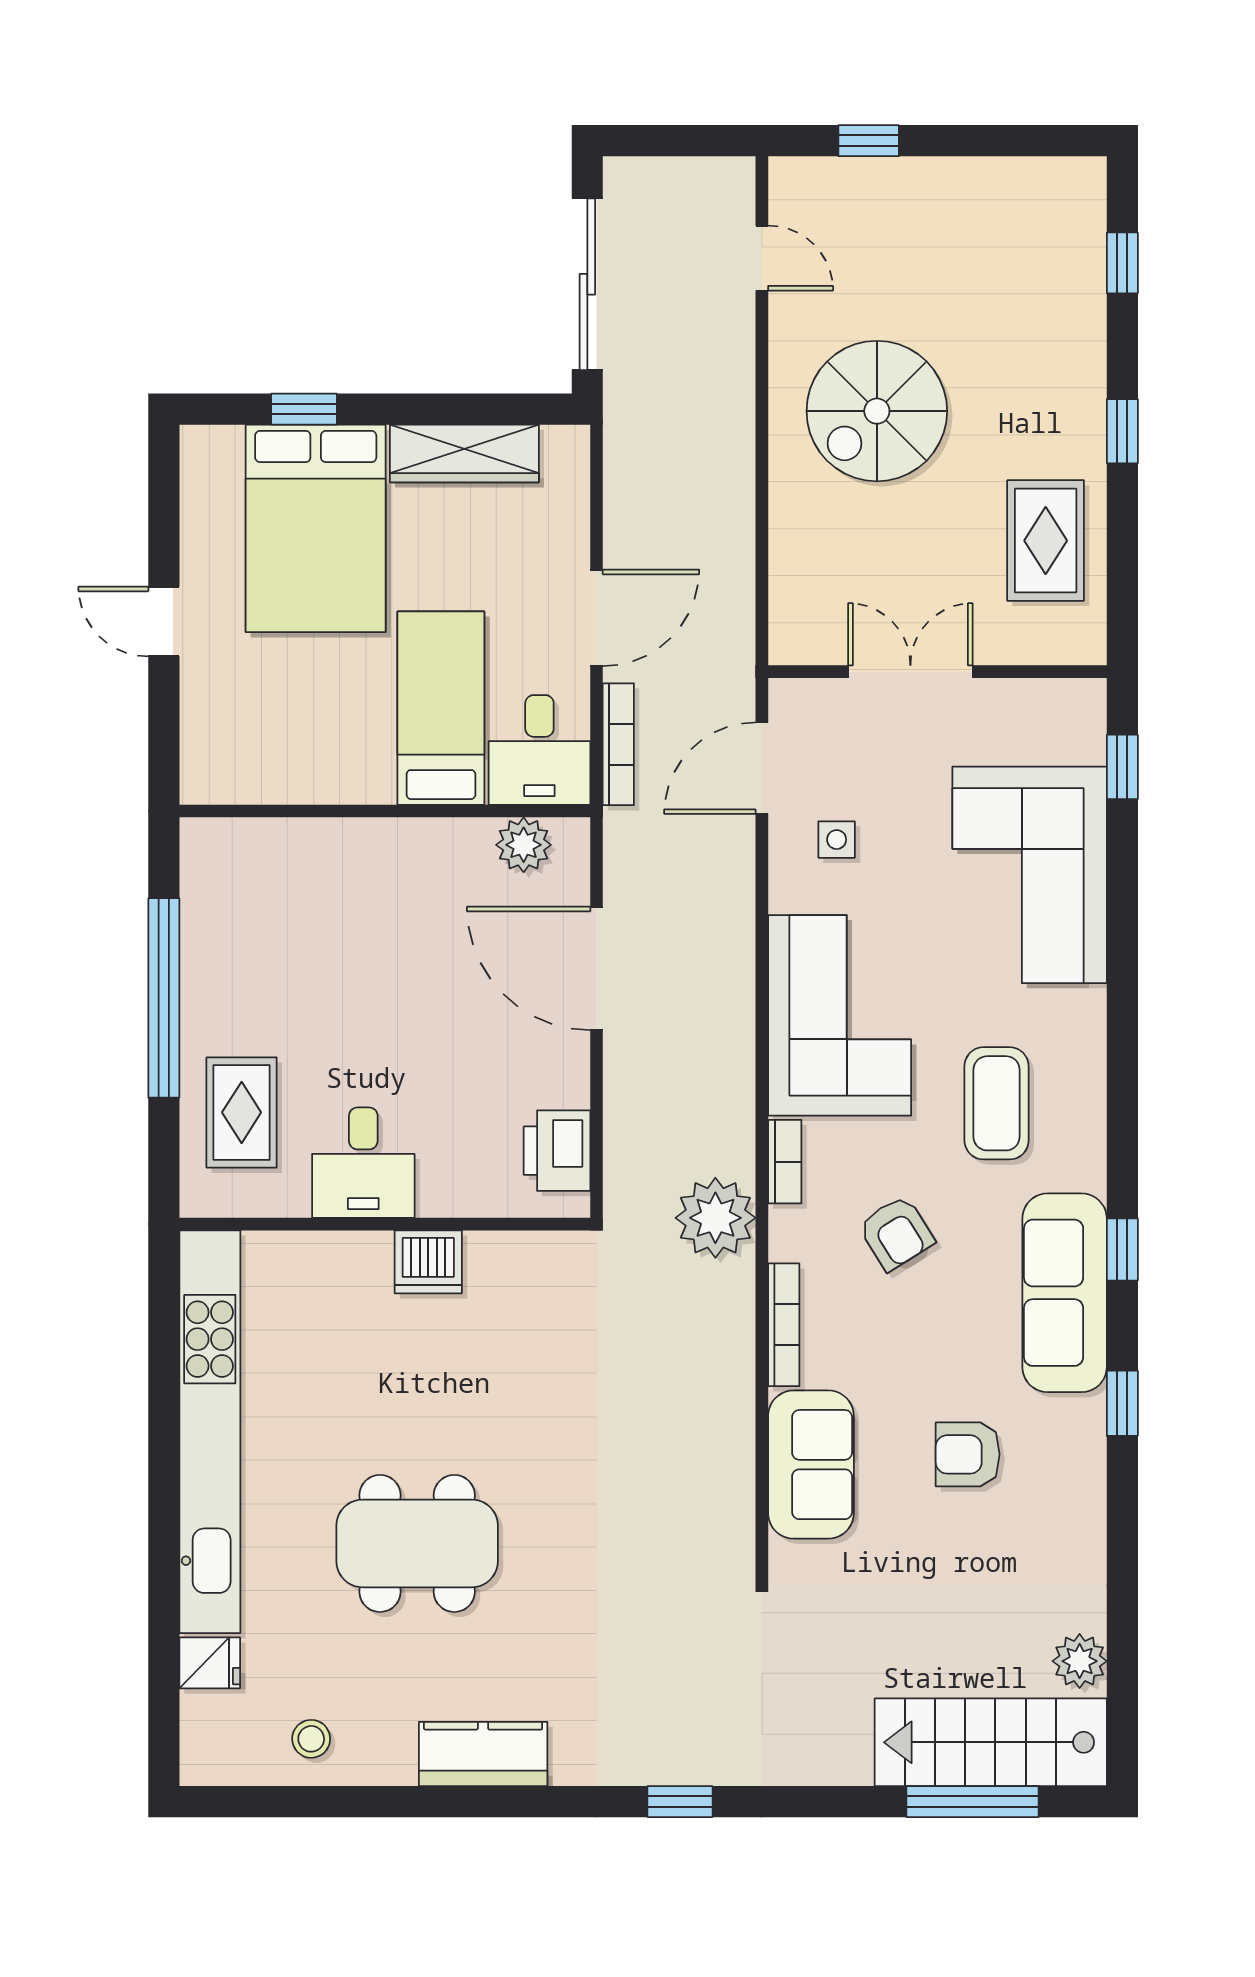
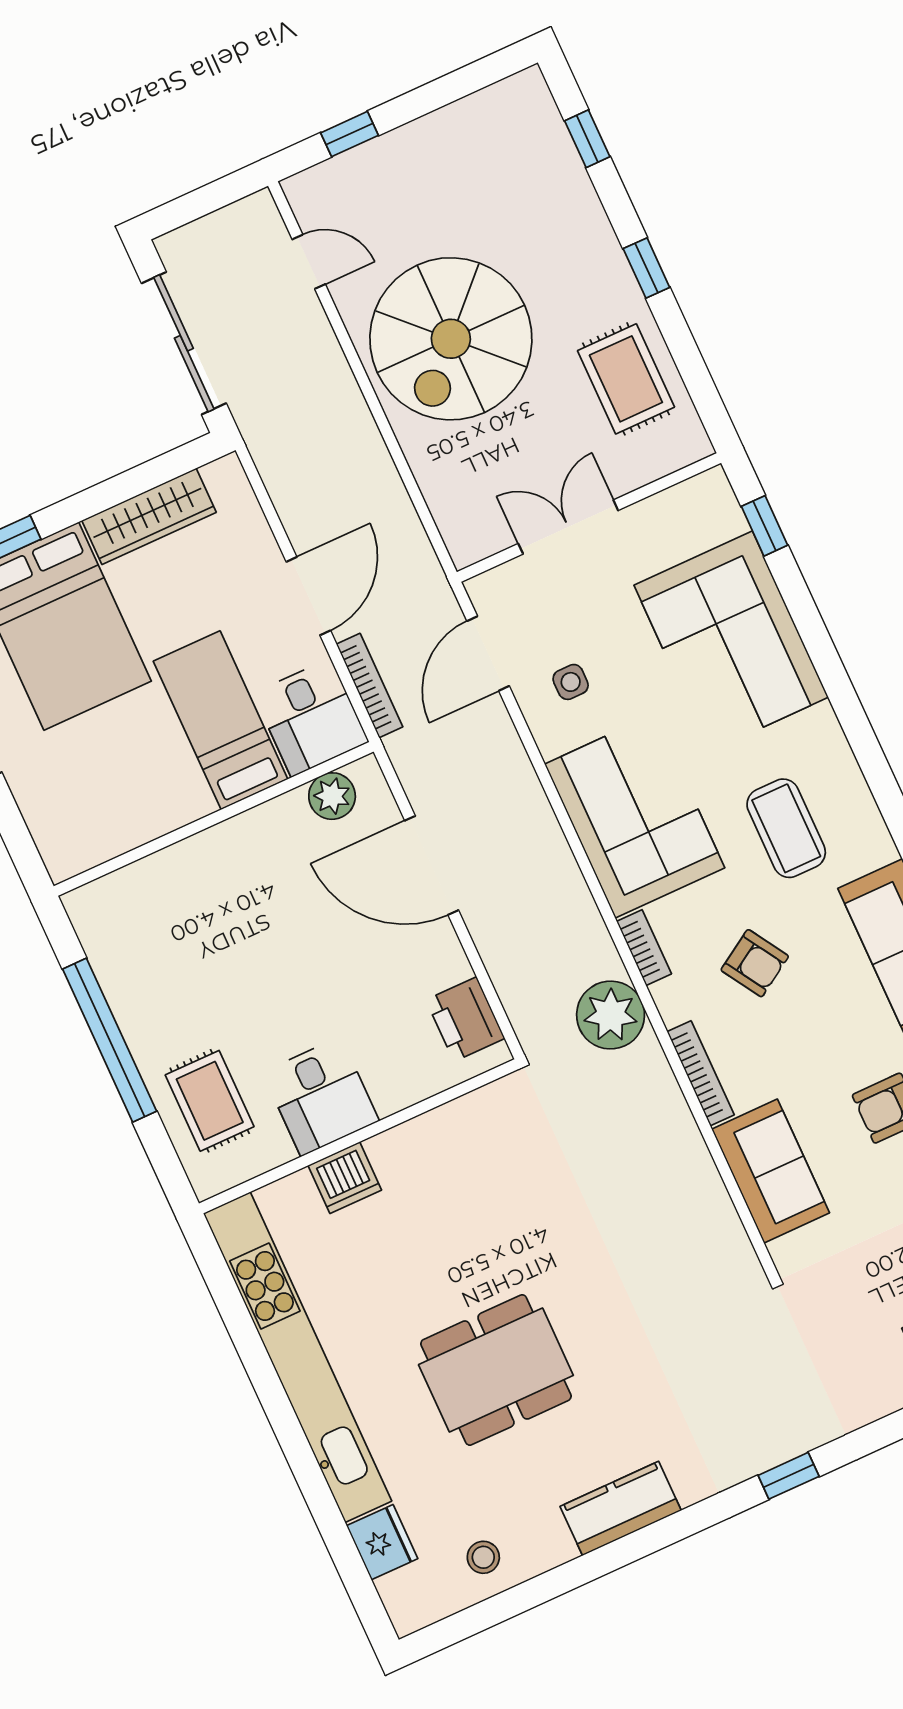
spiral stairs: (877, 411) -> (451, 339), width x1.37, depth x1.37
dishwasher: (428, 1262) -> (345, 1178), moved
fridge: (210, 1663) -> (382, 1542), width x1.38

